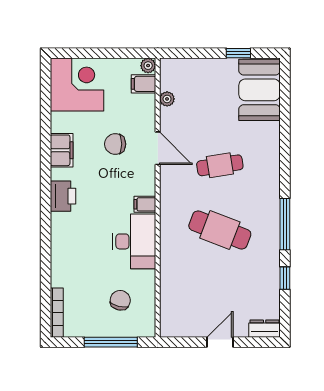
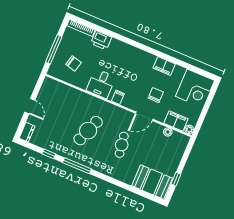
filing cabinet: (143, 84) -> (176, 121), width x2.00
printer: (63, 196) -> (101, 40), moved
desk: (134, 241) -> (101, 84), width x0.73

